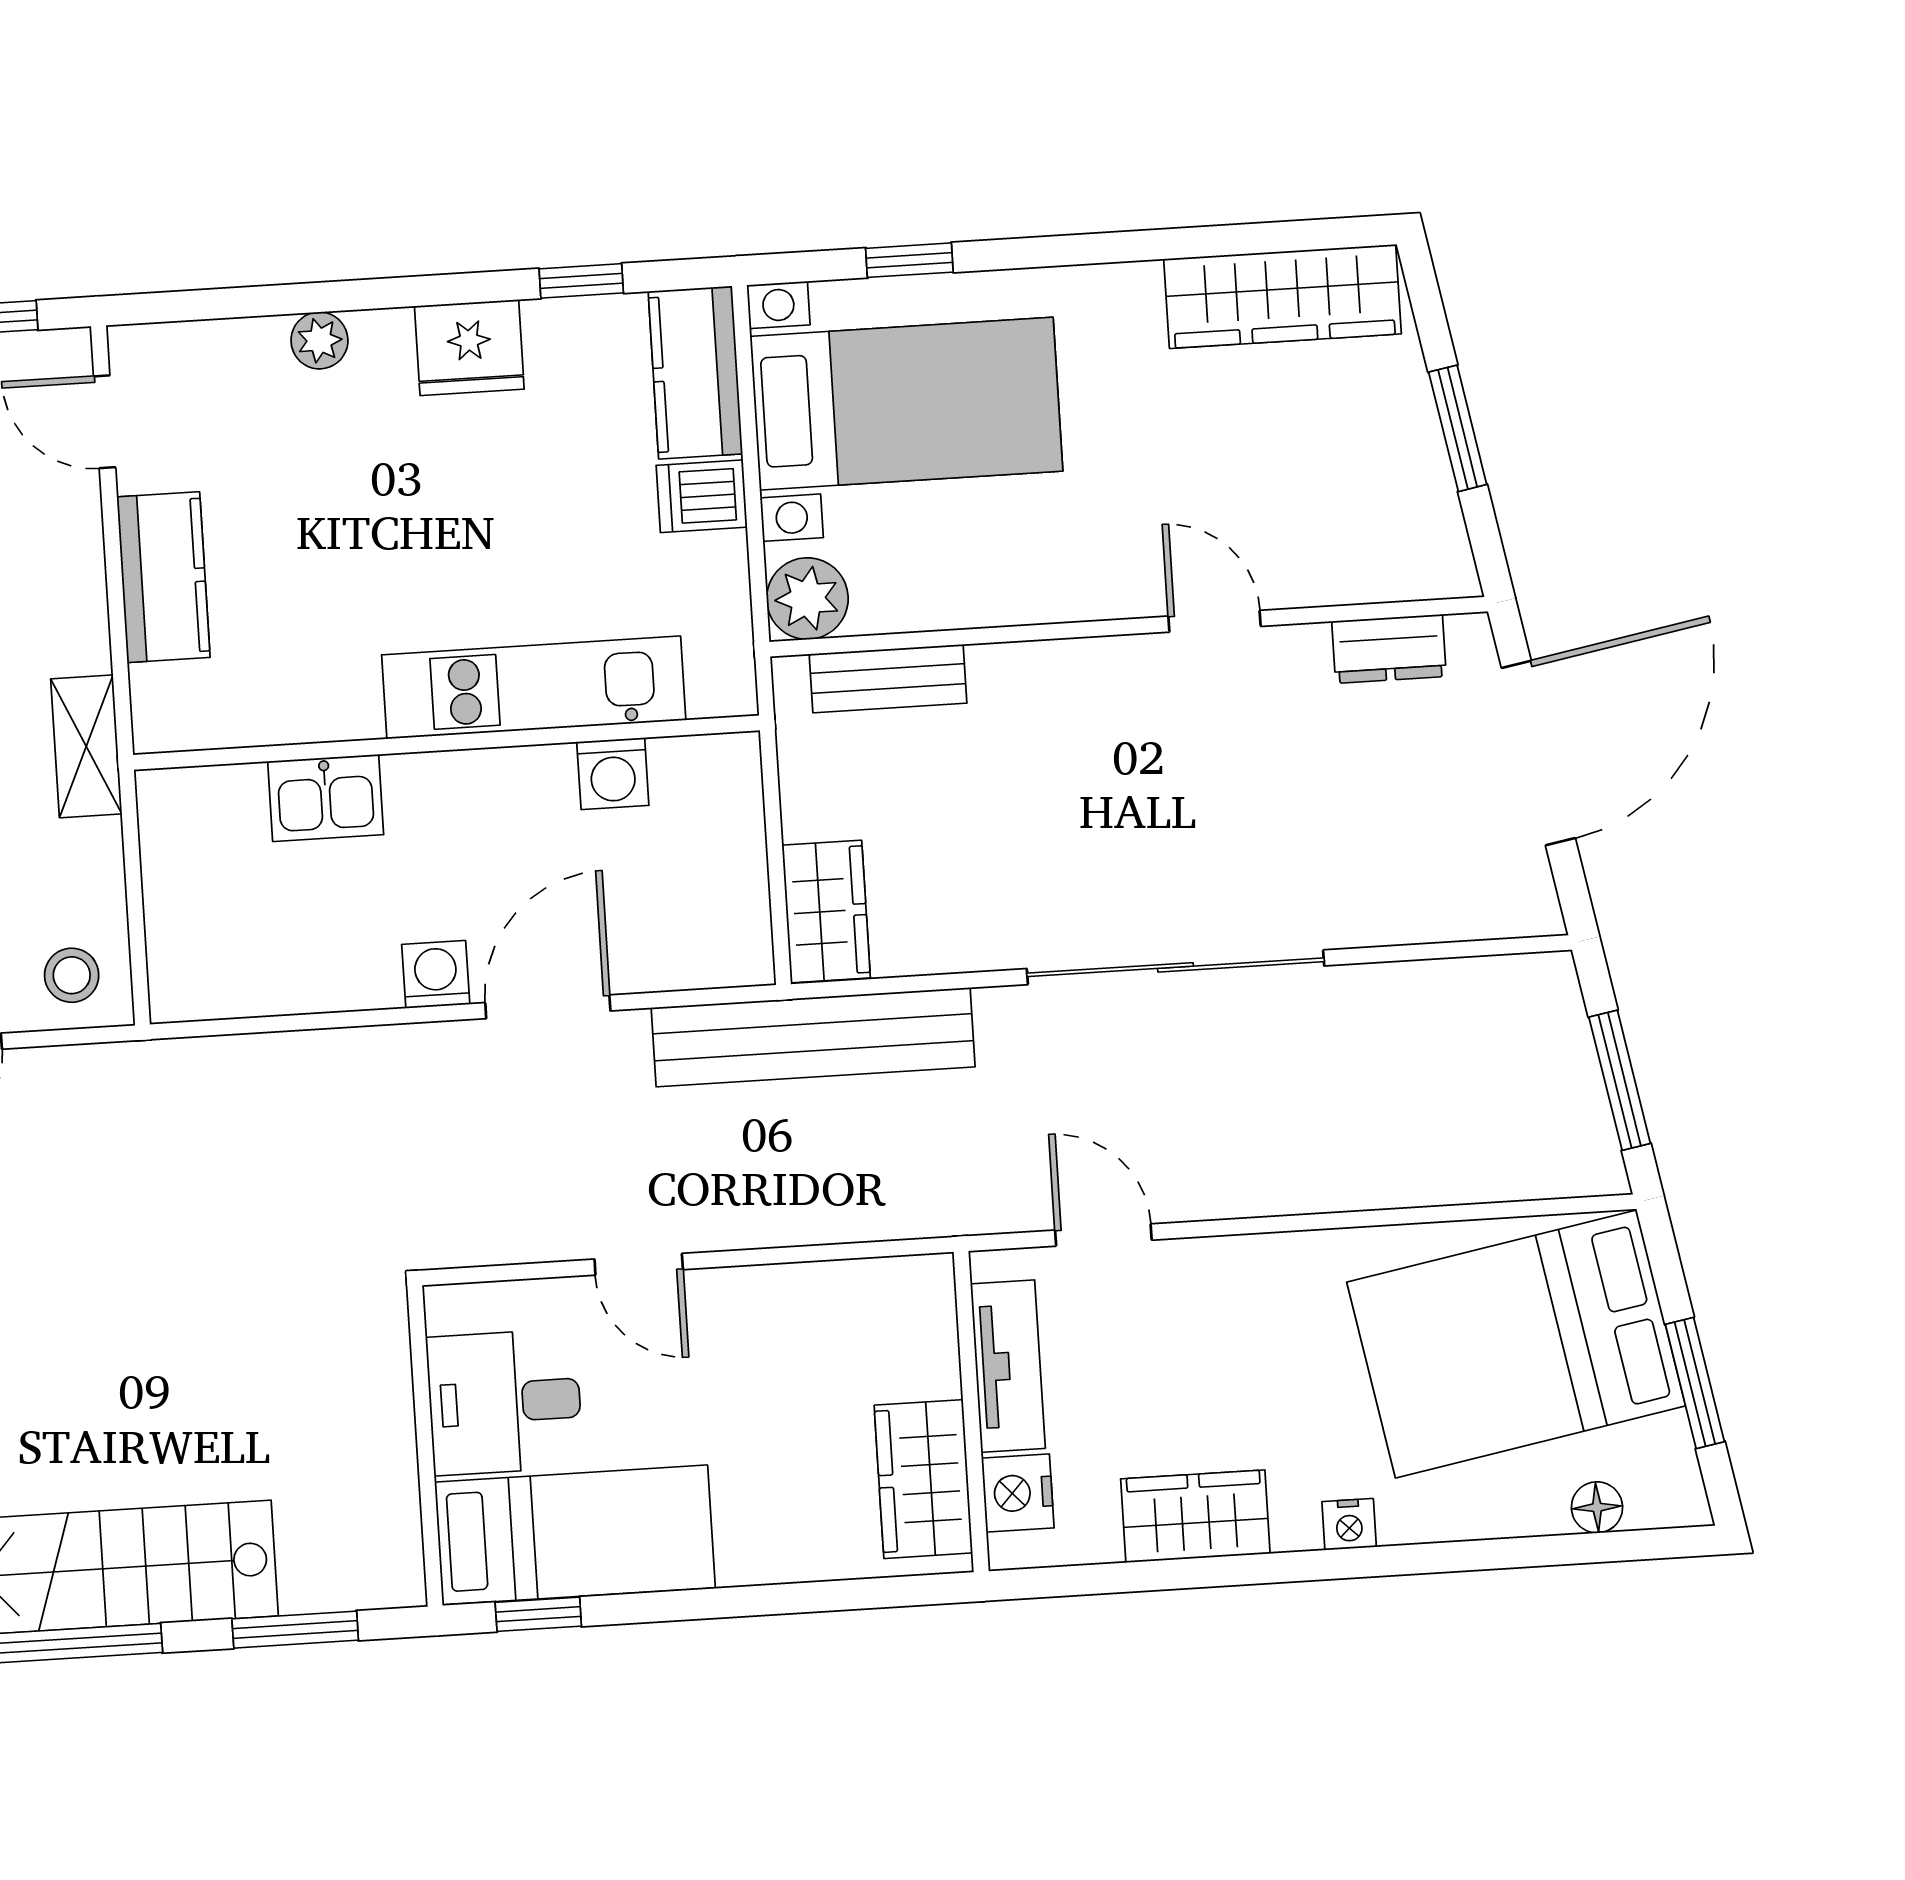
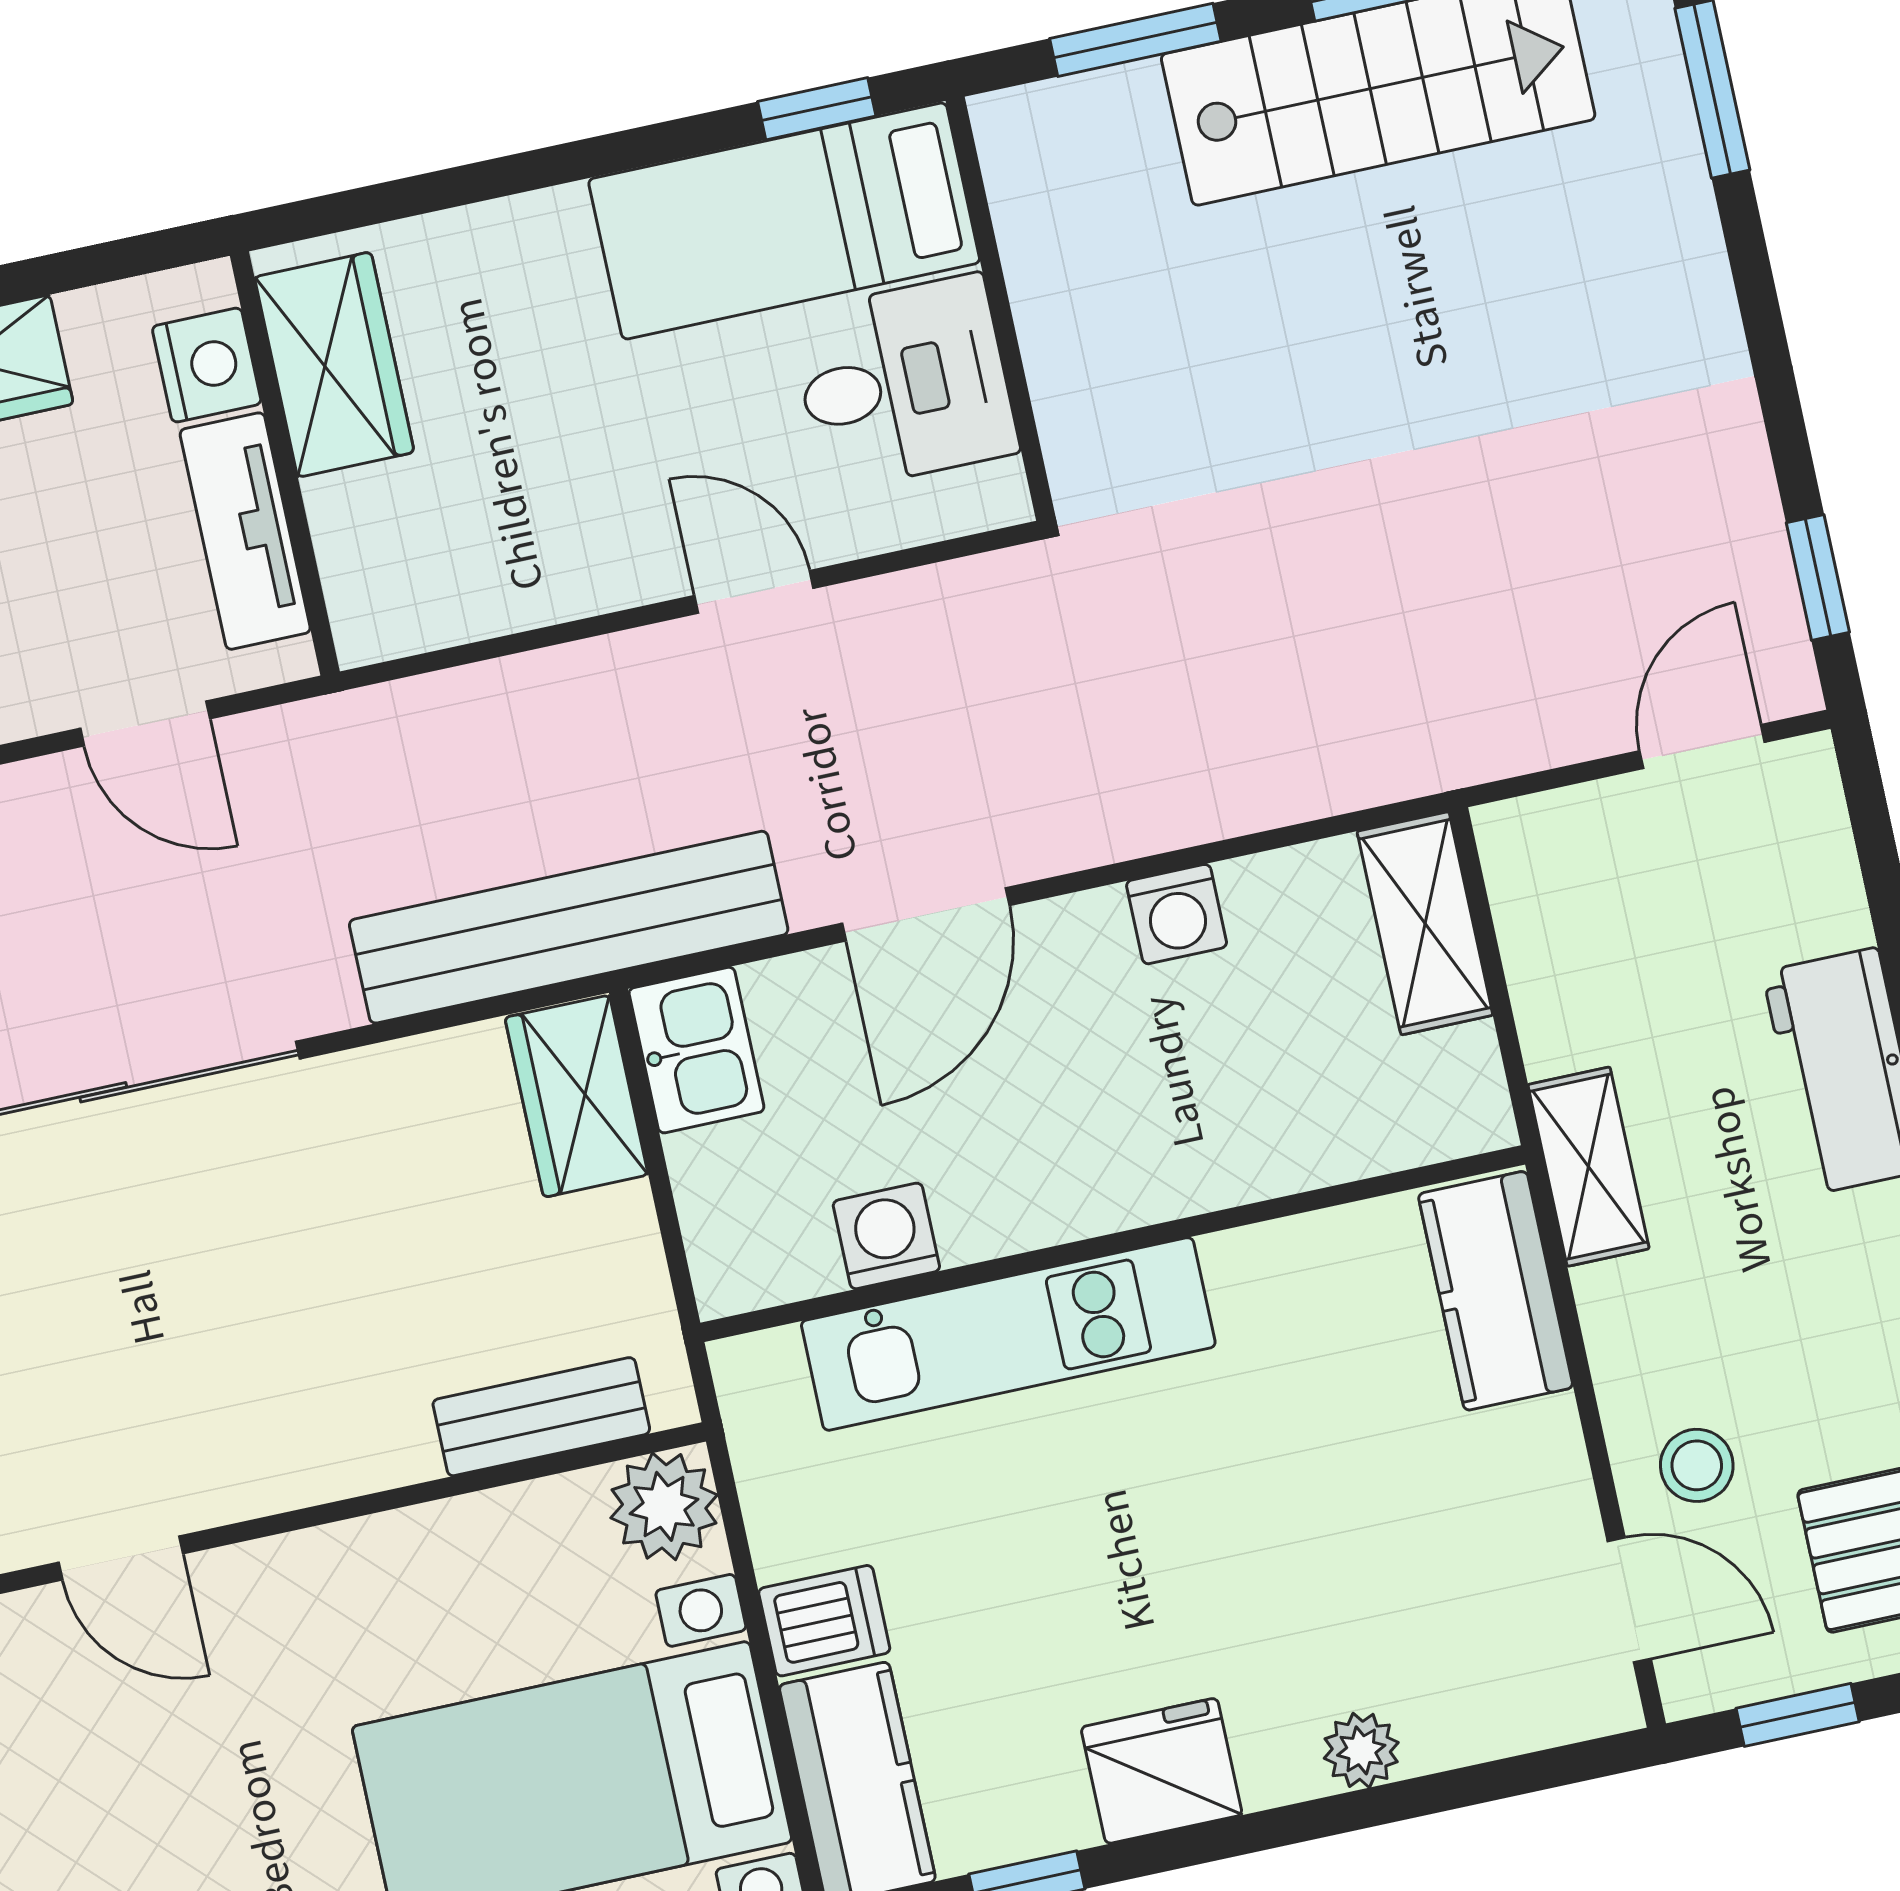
kitchen counter: (163, 577) -> (1496, 1291), moved
kitchen sink: (326, 798) -> (696, 1050), moved, turned 90
shelving: (180, 944) -> (1425, 923), added
washing machine: (436, 974) -> (1177, 914), moved
stool: (72, 975) -> (1697, 1465), moved

